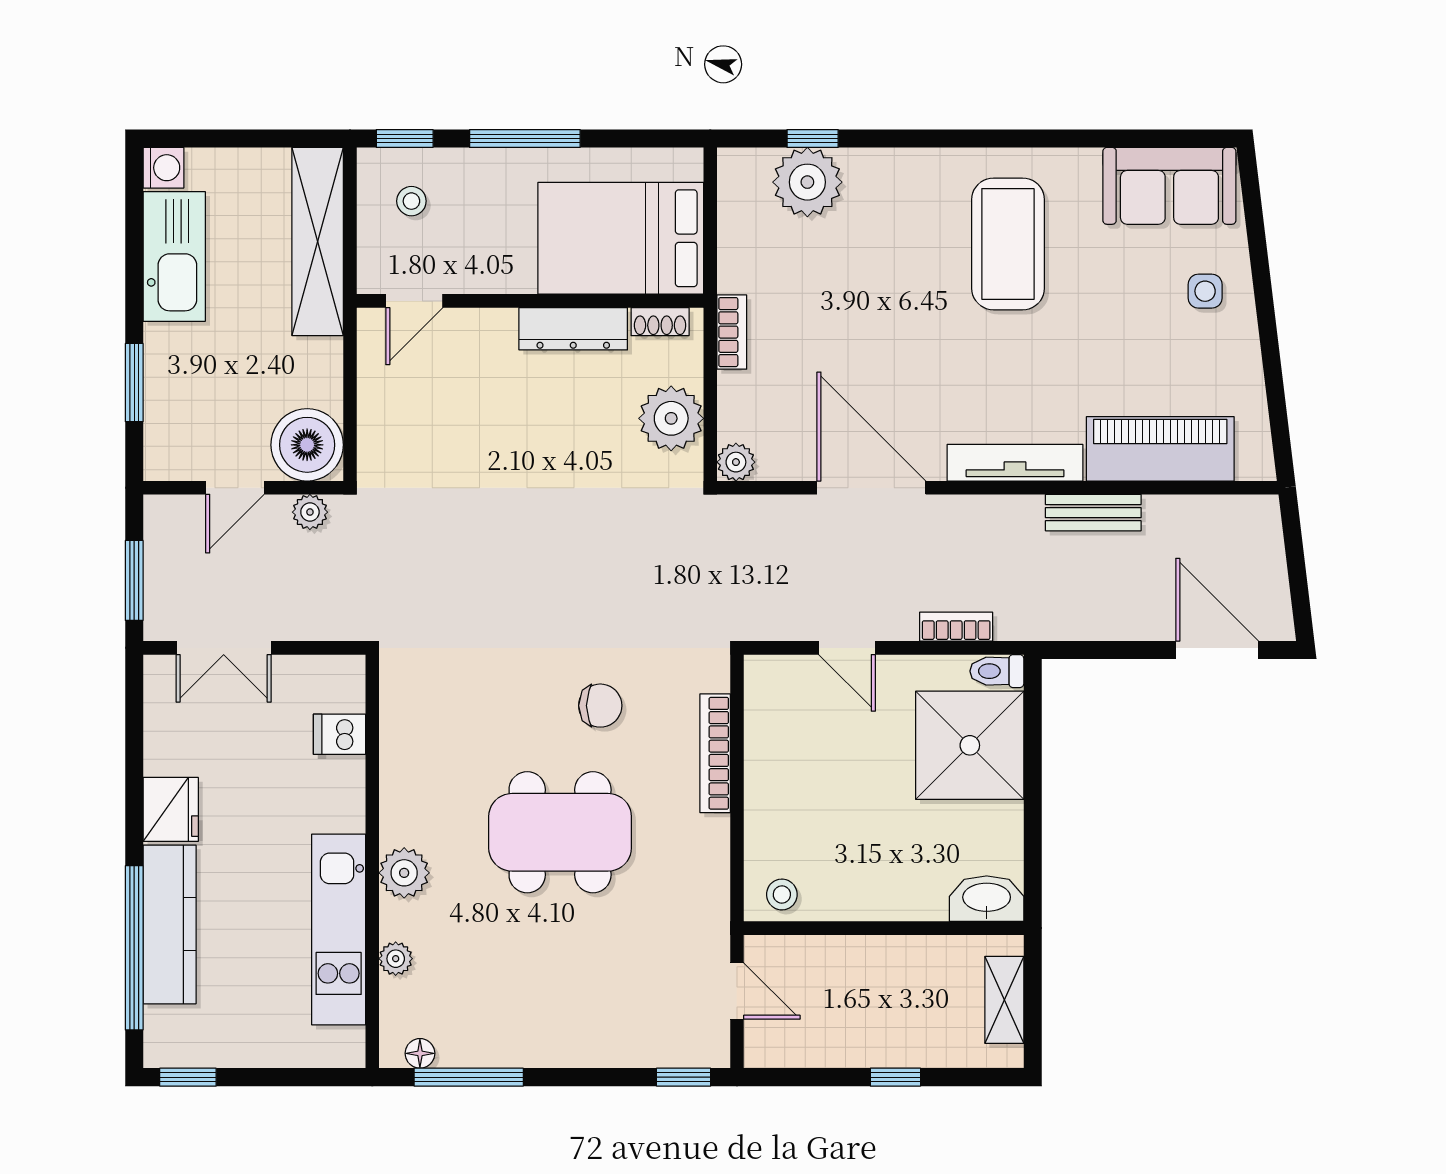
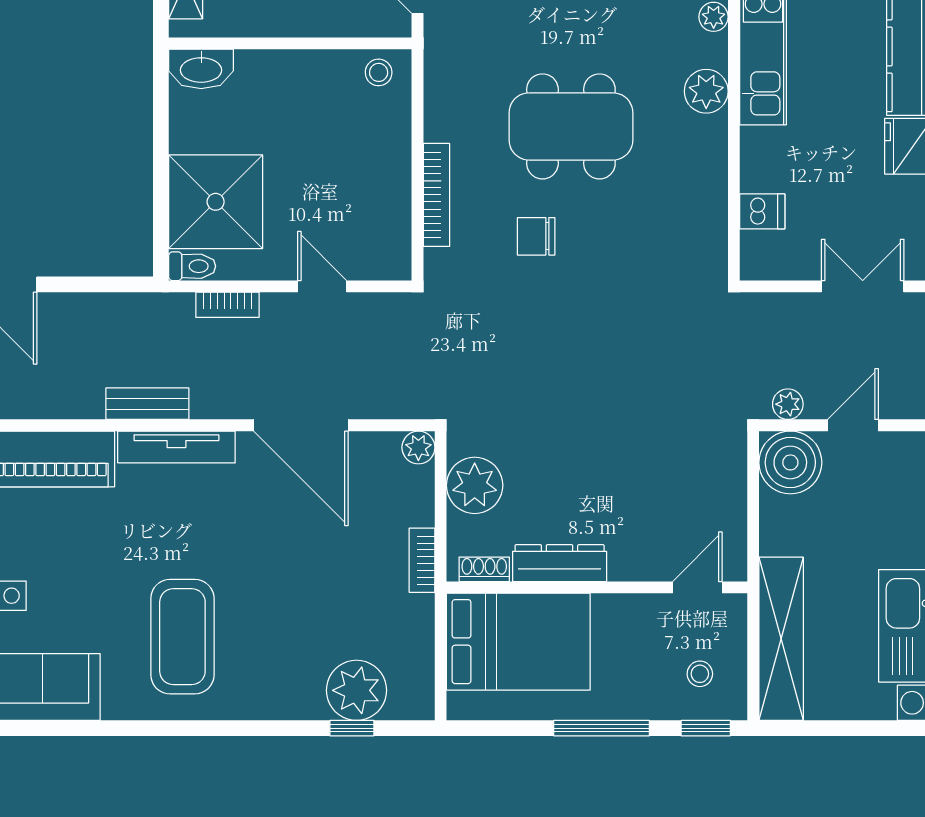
bench: (1093, 513) -> (147, 404), moved

